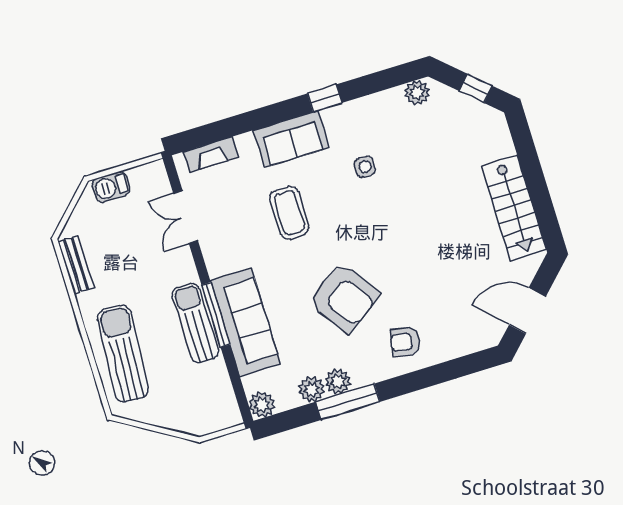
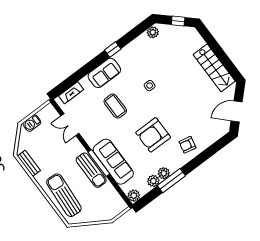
side table: (365, 167) -> (150, 86), moved
armchair: (344, 297) -> (153, 135), turned 125
sun lounger: (195, 323) -> (91, 170), turned 180

